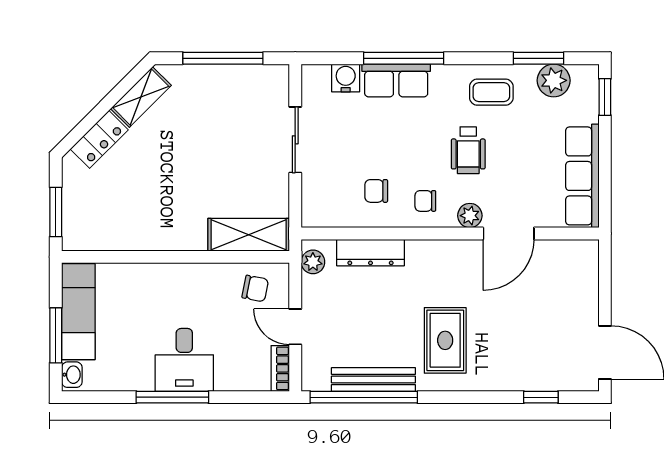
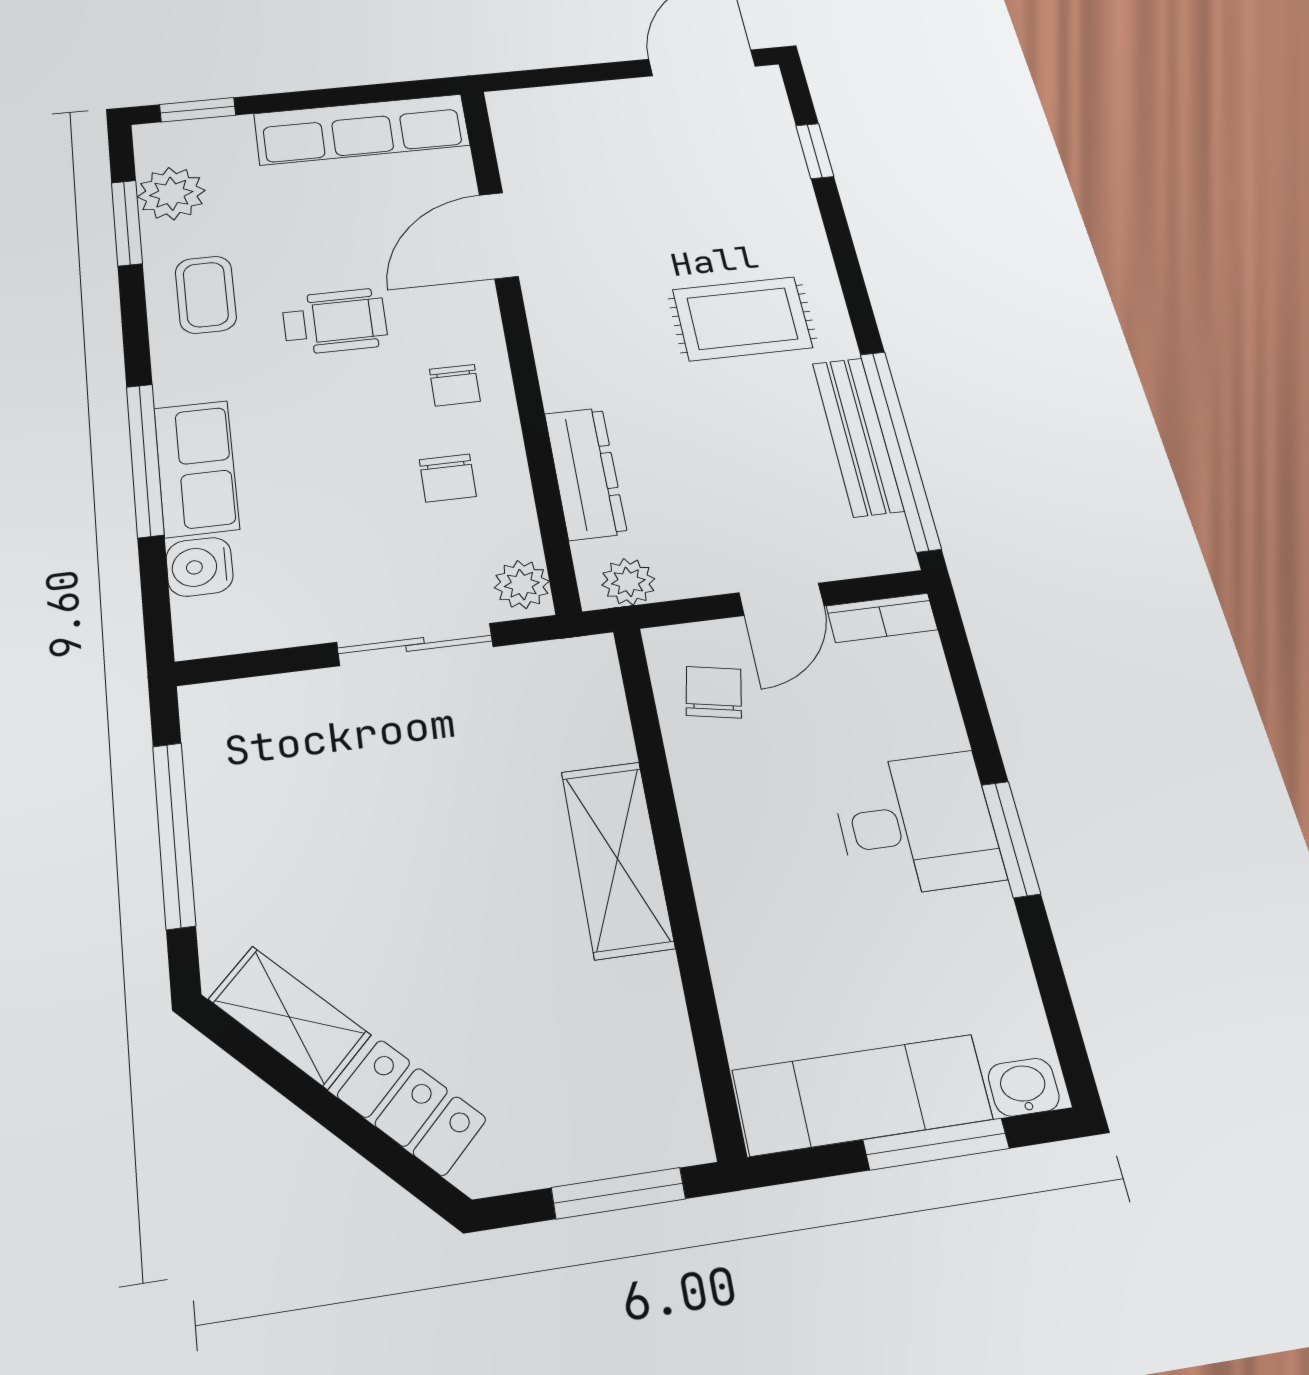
sliding door: (295, 140) -> (415, 644), moved
plant: (470, 216) -> (522, 584), moved
door: (509, 234) -> (499, 235), swing flipped
shelving: (249, 235) -> (617, 859), moved
window: (172, 397) -> (1011, 839), width x0.69

